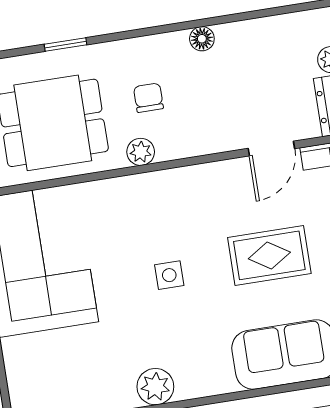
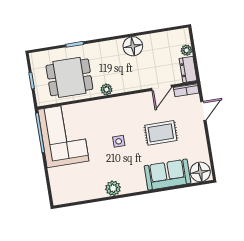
floor lamp: (202, 39) -> (133, 46), width x1.89, depth x1.89
chair: (148, 98) -> (110, 67), removed

